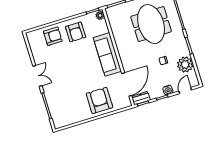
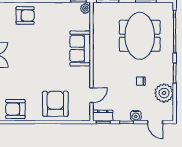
armchair: (76, 32) -> (15, 109), moved, turned 90
sofa: (107, 54) -> (80, 48), width x0.73
door: (127, 84) -> (91, 95), width x0.53
door: (185, 90) -> (155, 122), swing flipped

